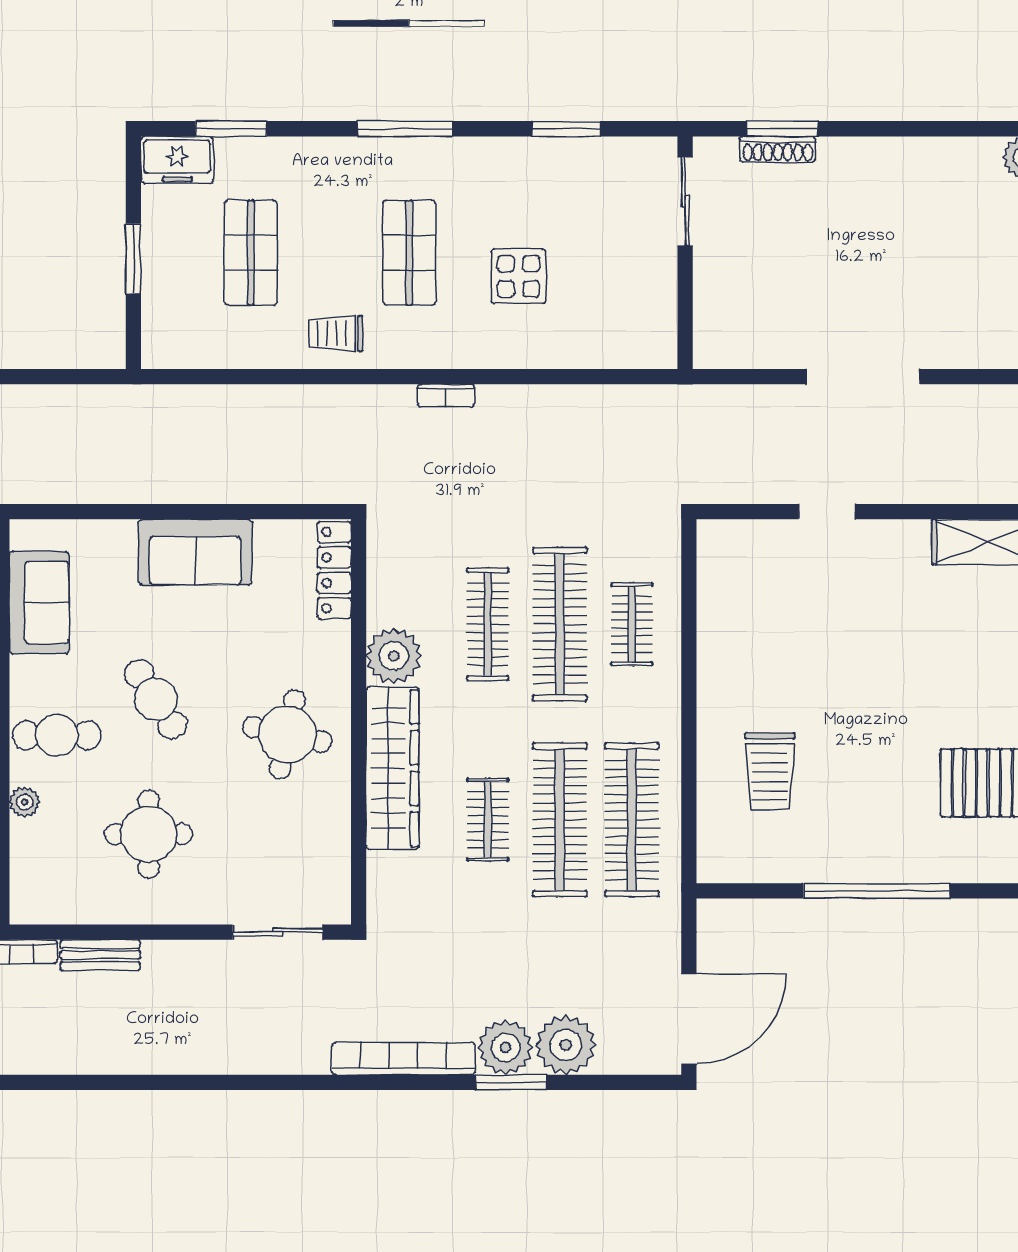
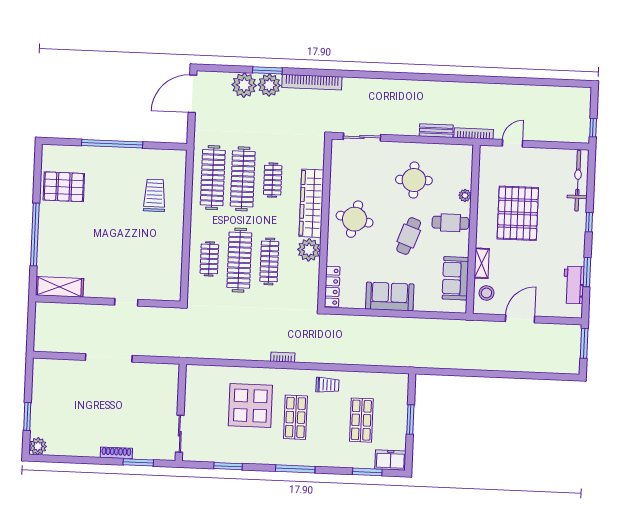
shoe rack: (778, 149) -> (116, 453), moved
display table: (519, 276) -> (250, 406), width x1.86, depth x1.86
cafe table: (156, 699) -> (409, 236), turned 53

